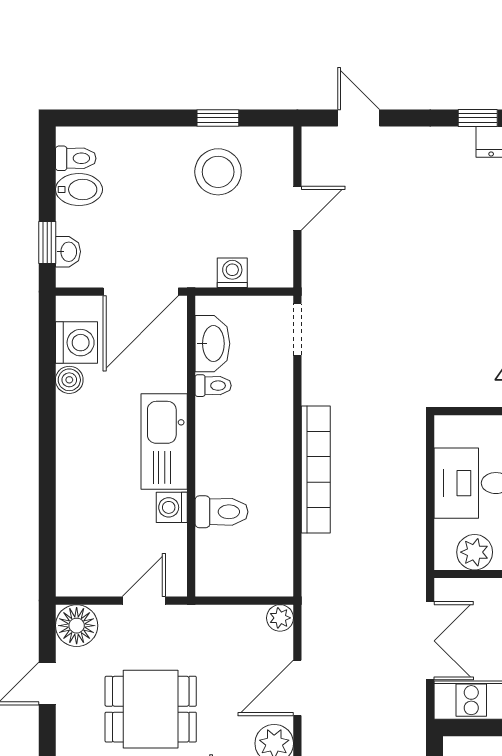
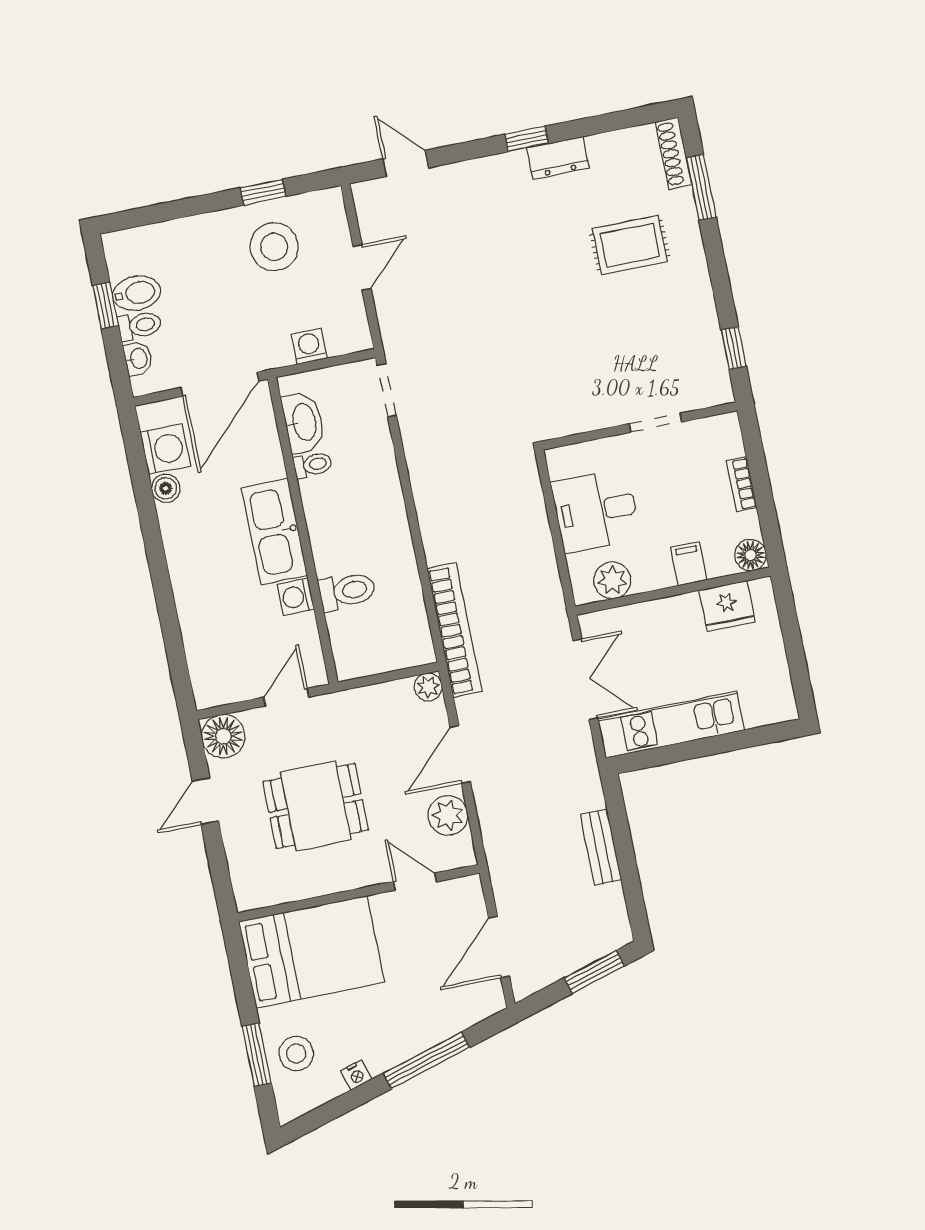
toilet: (76, 158) -> (140, 325), moved
window: (47, 242) -> (106, 306), moved
bookcase: (316, 469) -> (455, 630), moved

